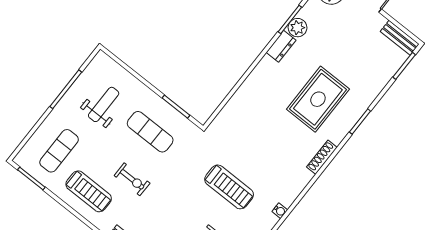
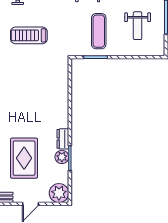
rug: (318, 99) -> (24, 158), moved
exercise mat: (150, 132) -> (99, 31), turned 90

